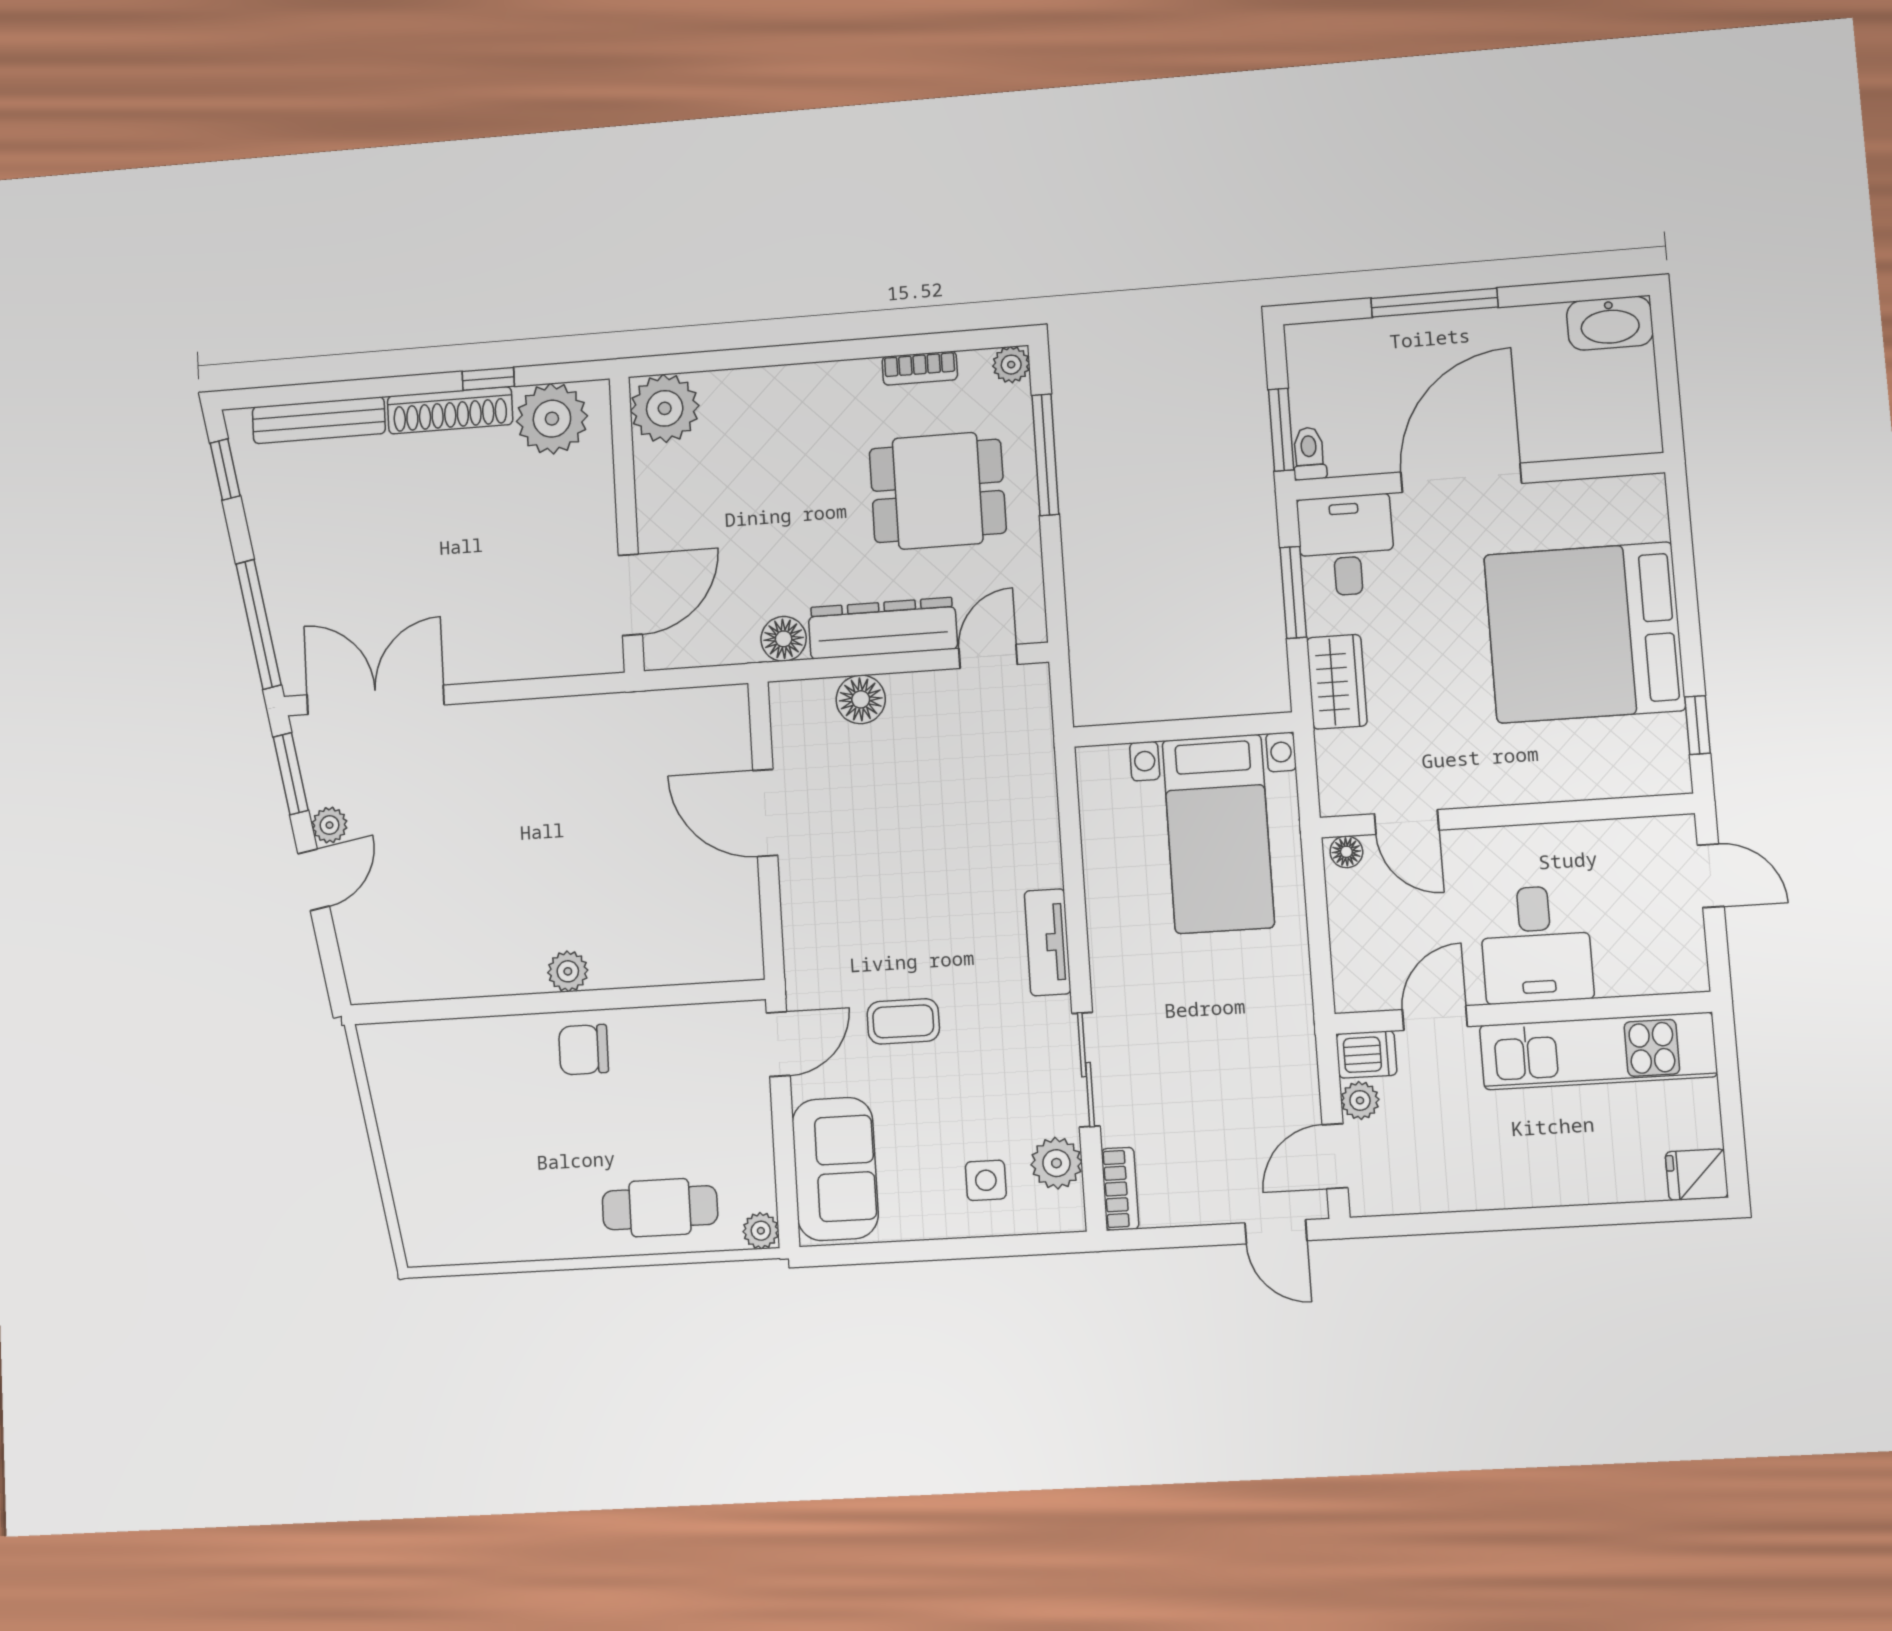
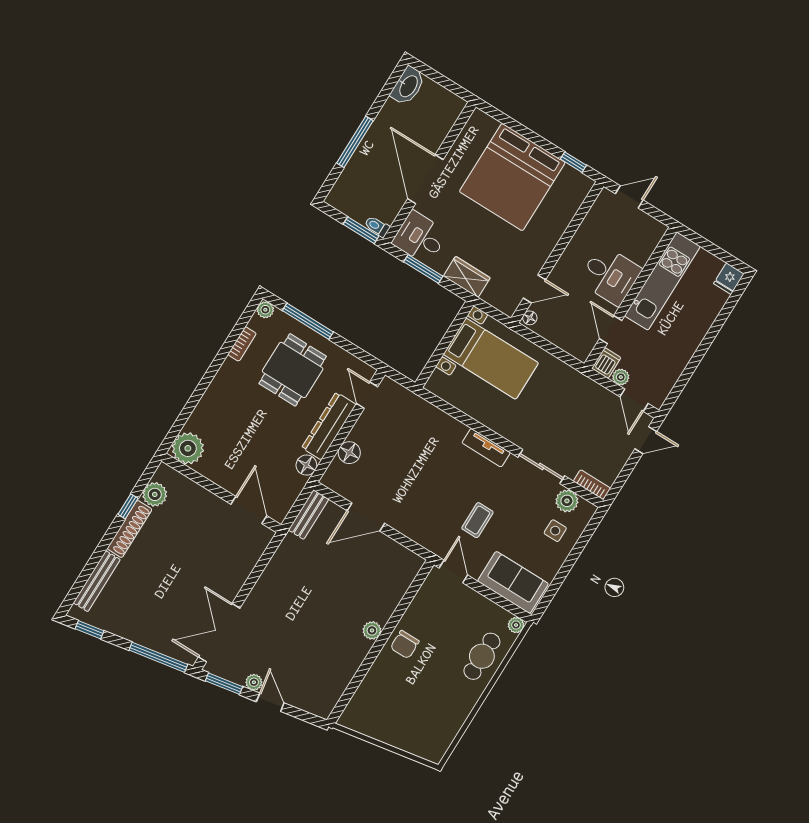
plant: (552, 419) -> (155, 494), width x0.73, depth x0.73
bench: (697, 707) -> (309, 515), added

